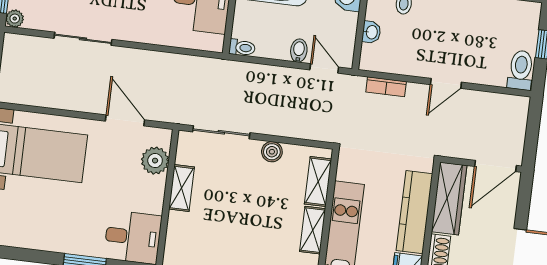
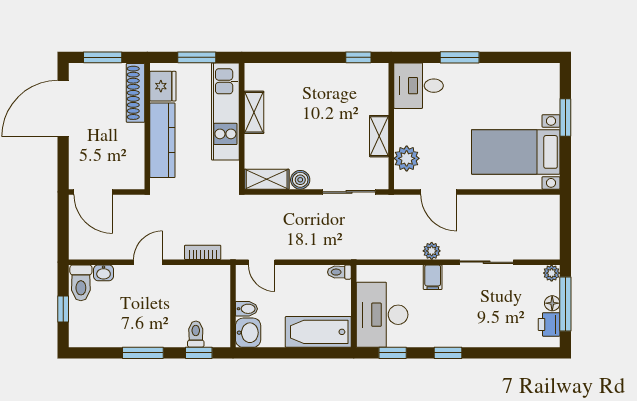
filing cabinet: (143, 30) -> (433, 277), added
washbasin: (371, 32) -> (104, 273), moved, turned -90
bidet: (299, 51) -> (247, 309), moved, turned -90
plant: (140, 58) -> (432, 251), added
door: (495, 166) -> (93, 192), swing flipped
shelving: (318, 181) -> (267, 179), moved, turned 90
wardrobe: (449, 199) -> (132, 157), removed

